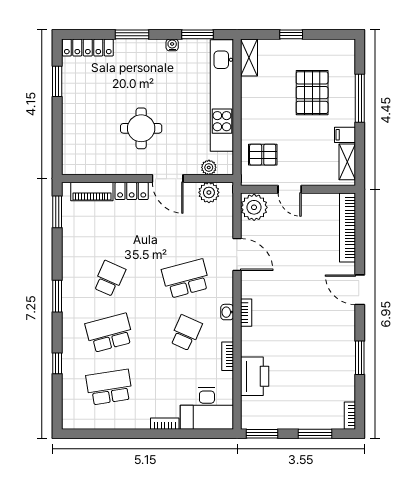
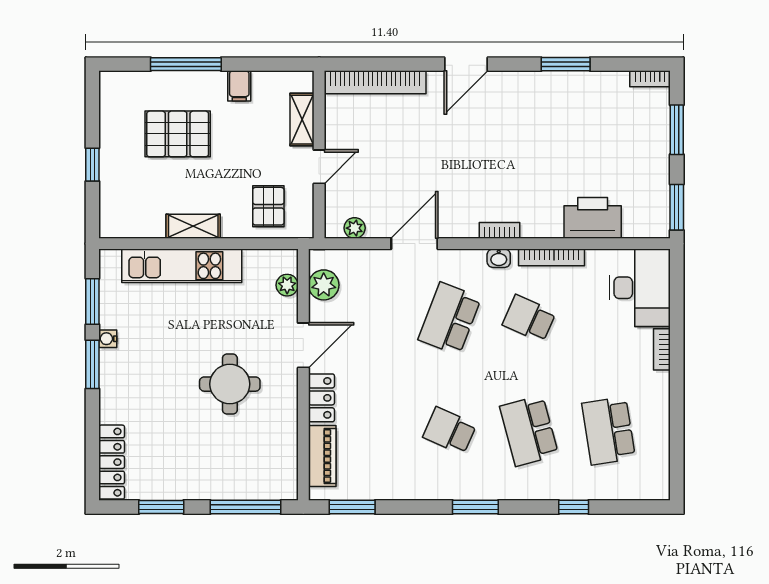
window: (132, 34) -> (92, 364), moved
shelving: (249, 58) -> (193, 226), moved
kitchen unit: (222, 96) -> (182, 266), width x0.73
window: (57, 139) -> (246, 507), added
shelving: (347, 162) -> (302, 120), moved, turned 90
plant: (254, 207) -> (355, 228), width x0.53, depth x0.53
school desk: (186, 279) -> (450, 319), turned 36
bookcase: (228, 356) -> (551, 257), width x1.56

